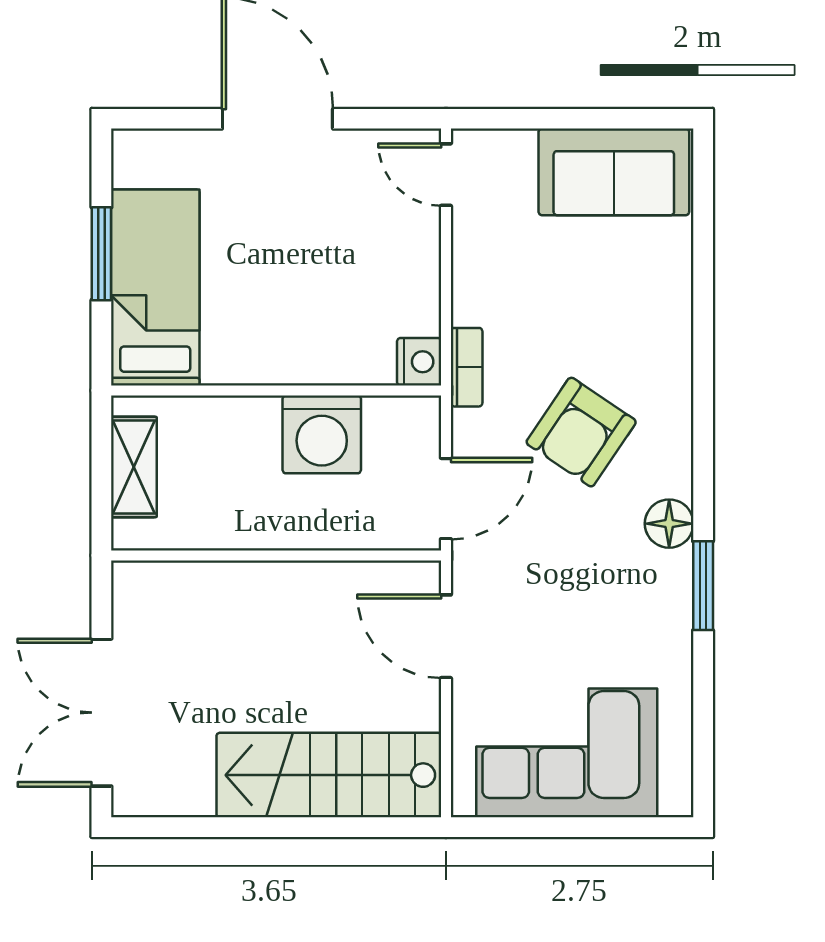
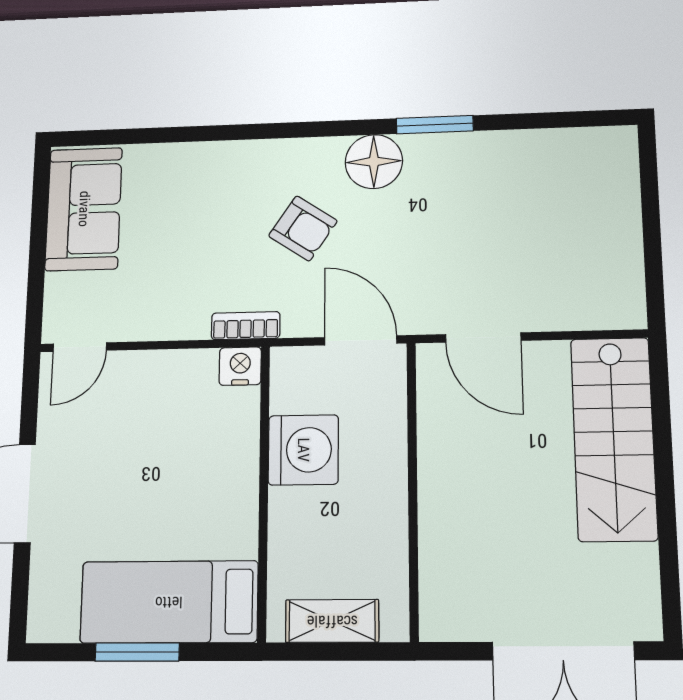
armchair: (581, 432) -> (303, 228), width x0.72, depth x0.72
floor lamp: (669, 524) -> (374, 162), width x1.38, depth x1.38
door: (446, 636) -> (483, 337), hinge flipped
corner sofa: (567, 753) -> (585, 231), removed

